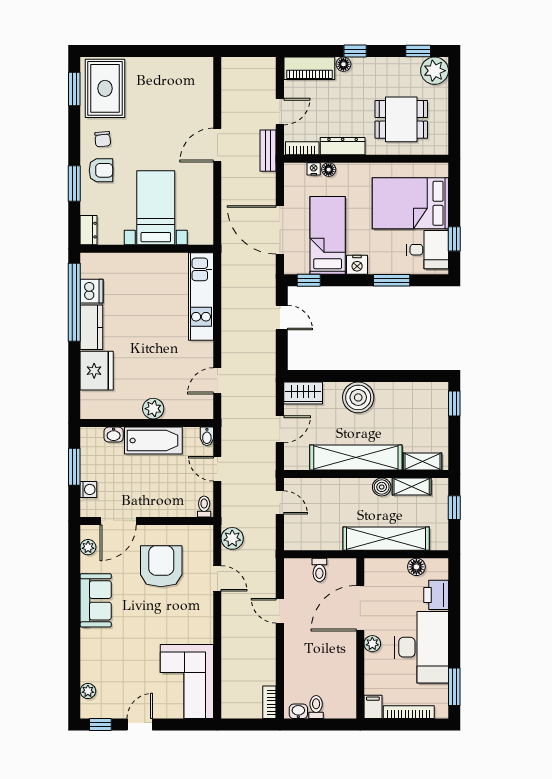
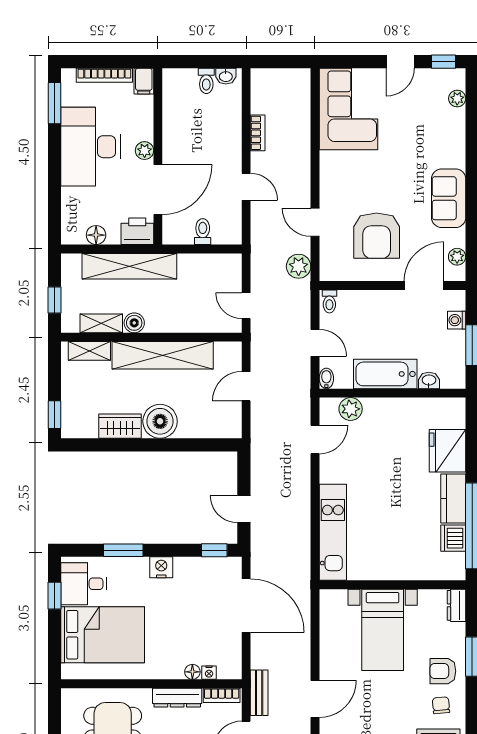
bed: (328, 235) -> (194, 600), removed
wardrobe: (303, 393) -> (120, 426), moved
plant: (153, 409) -> (351, 409), moved
printer: (436, 595) -> (137, 231), moved, turned -90
bookcase: (269, 702) -> (258, 133), moved

